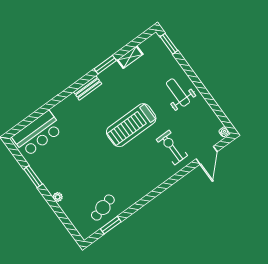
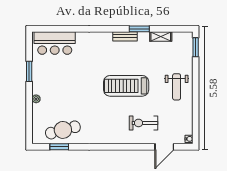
bench: (88, 88) -> (125, 36), moved
weight bench: (178, 93) -> (177, 87), turned 180
exercise bike: (172, 147) -> (144, 123), turned -90
cafe table: (103, 208) -> (63, 130), width x1.37, depth x1.35

